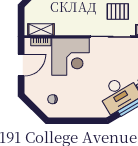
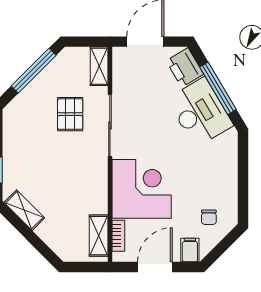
door: (21, 65) -> (155, 267), hinge flipped
filing cabinet: (32, 87) -> (190, 250), added

